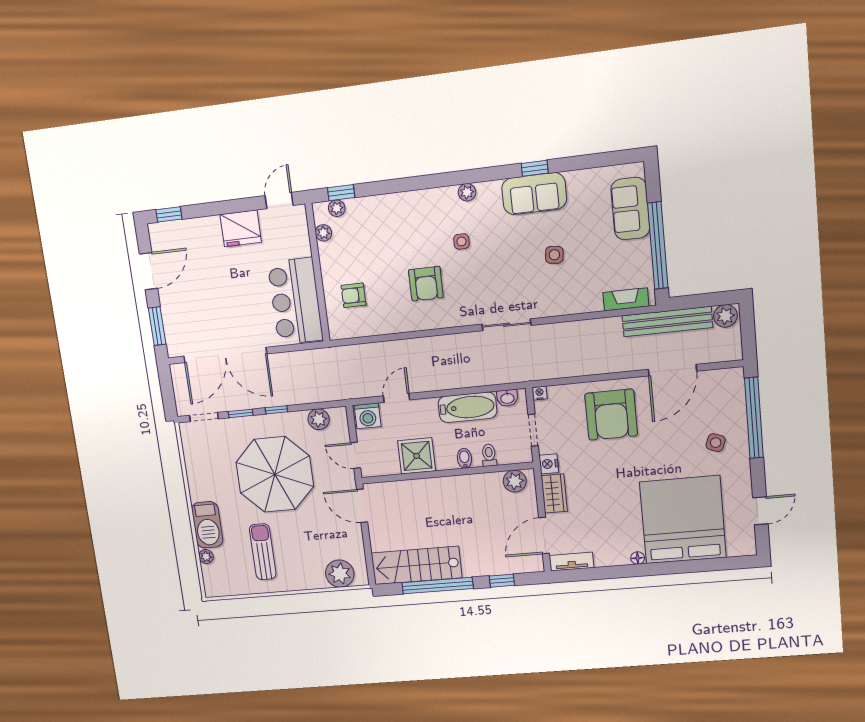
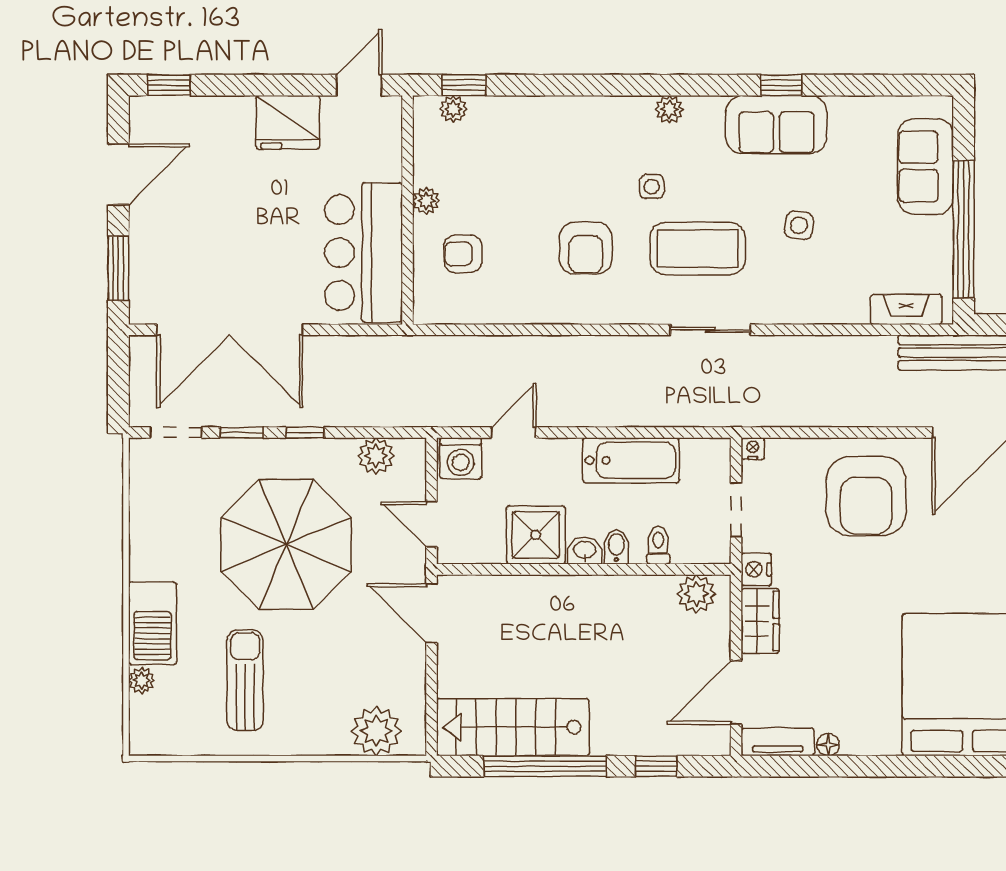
plant: (323, 233) -> (426, 201), moved
coffee table: (494, 276) -> (698, 248), added
washbasin: (507, 398) -> (585, 551), moved, turned 180
floor lamp: (638, 558) -> (828, 745), moved

